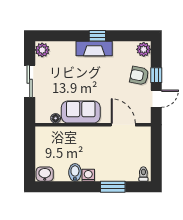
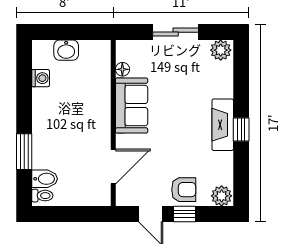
armchair: (139, 76) -> (184, 190), turned 78
bidet: (75, 172) -> (45, 179), moved
washbasin: (45, 174) -> (66, 50), moved, turned 90
washing machine: (88, 175) -> (41, 78), moved

